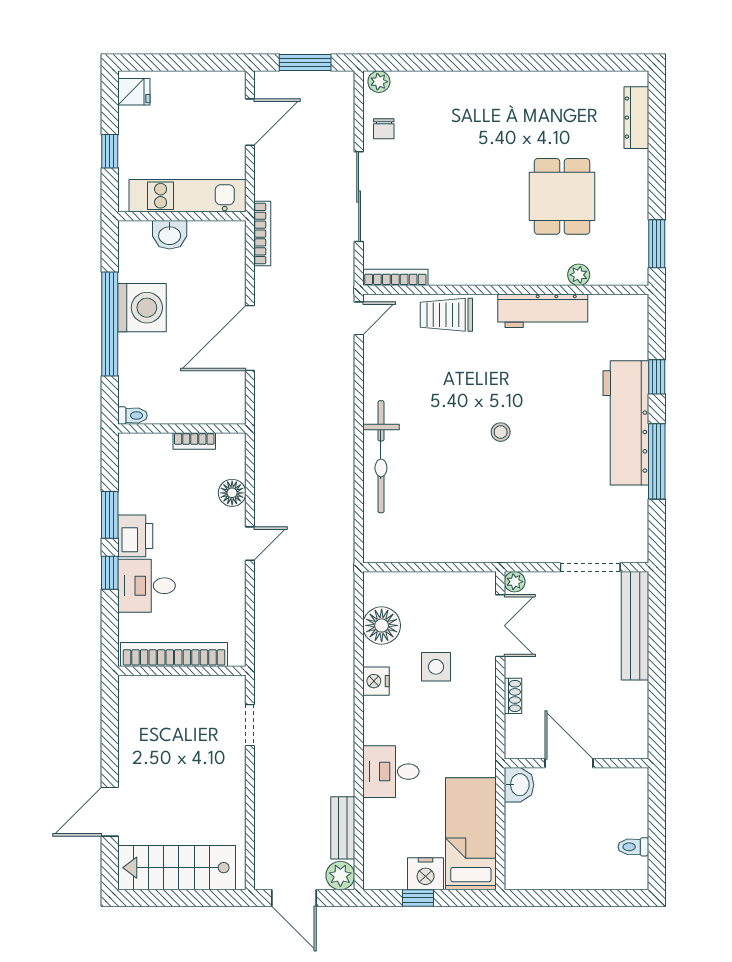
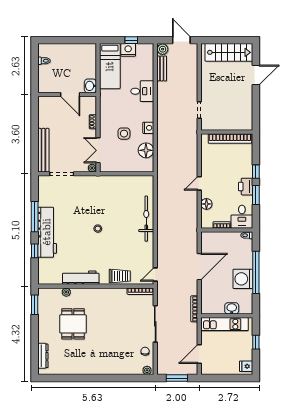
desk: (147, 586) -> (242, 217), moved, turned 90

